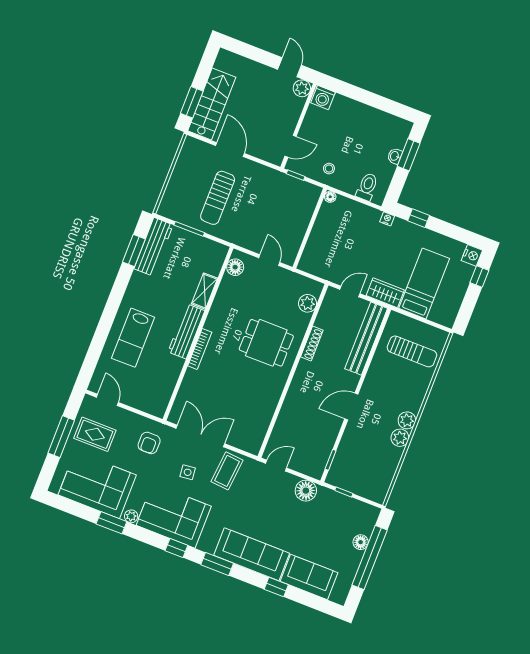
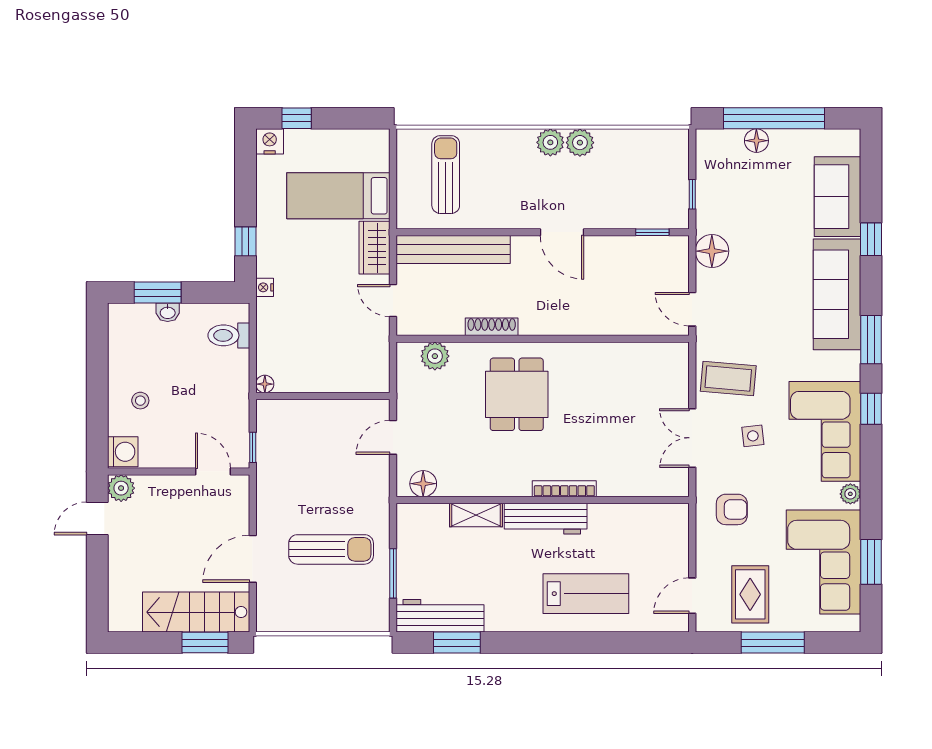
stool: (329, 169) -> (140, 401), moved
double door: (200, 436) -> (692, 438), width x0.73
window: (111, 523) -> (871, 562), moved

